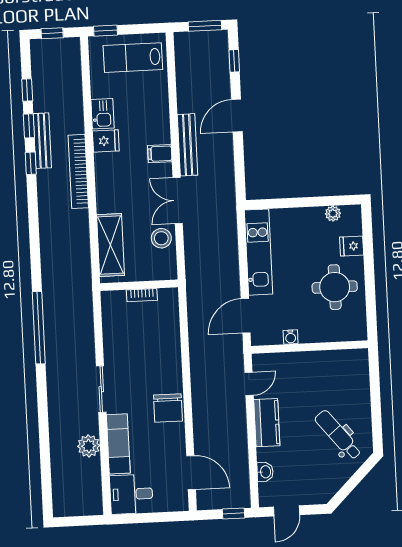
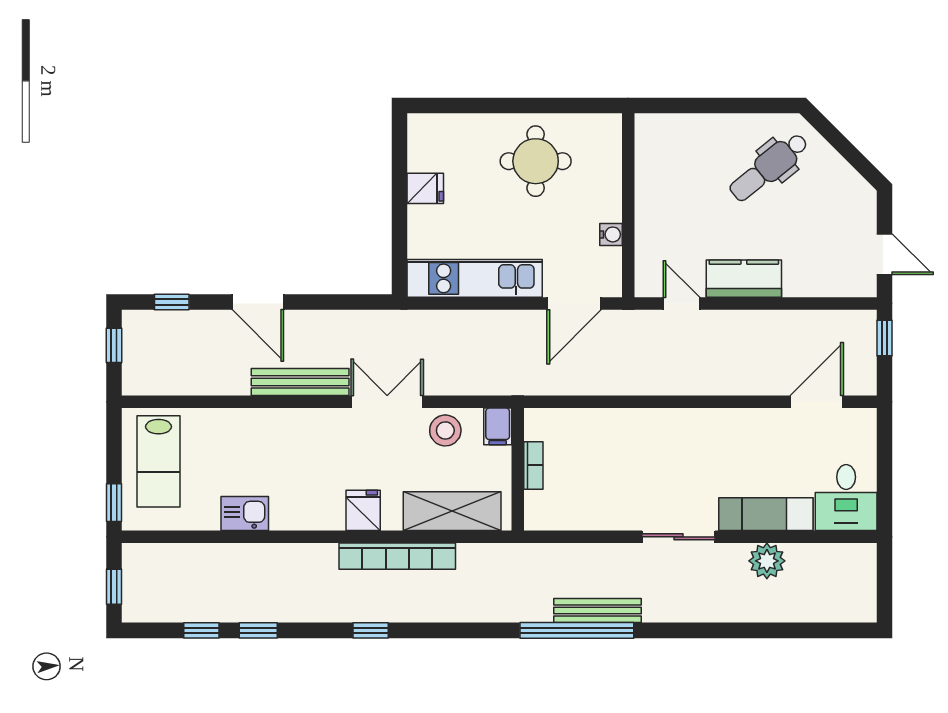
window: (205, 26) -> (114, 345), width x0.67
bench: (42, 141) -> (598, 611), moved
fridge: (106, 141) -> (363, 510), moved
filing cabinet: (160, 154) -> (498, 426), moved
window: (31, 163) -> (371, 630), moved
bookcase: (78, 171) -> (397, 556), moved
double door: (178, 200) -> (387, 402), swing flipped
plant: (333, 214) -> (420, 158), removed
fridge: (352, 246) -> (425, 188), moved, turned -90
door: (246, 316) -> (574, 304), hinge flipped
chair: (168, 408) -> (713, 433), removed
washbasin: (265, 472) -> (821, 285), removed

